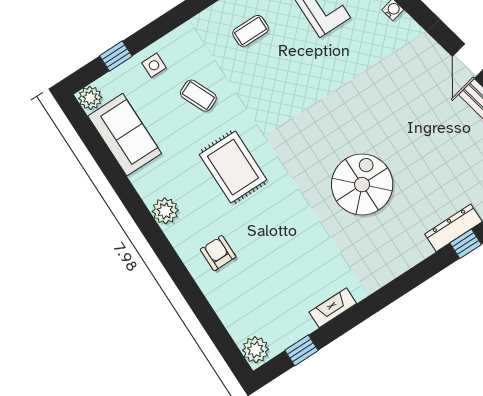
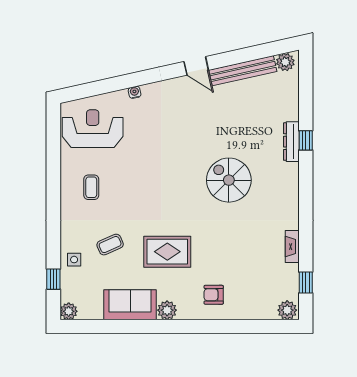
sofa: (125, 135) -> (130, 305), moved

